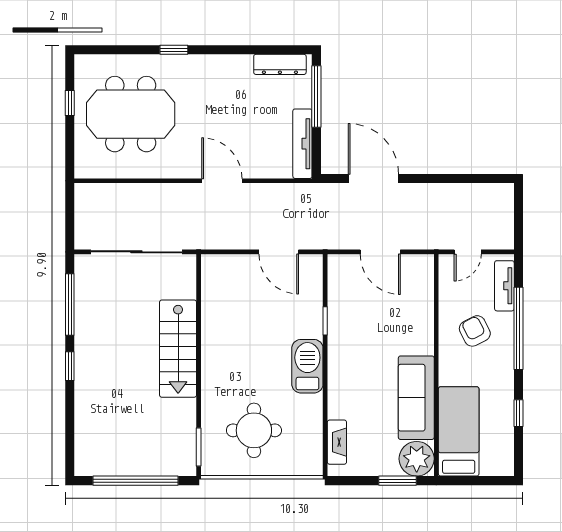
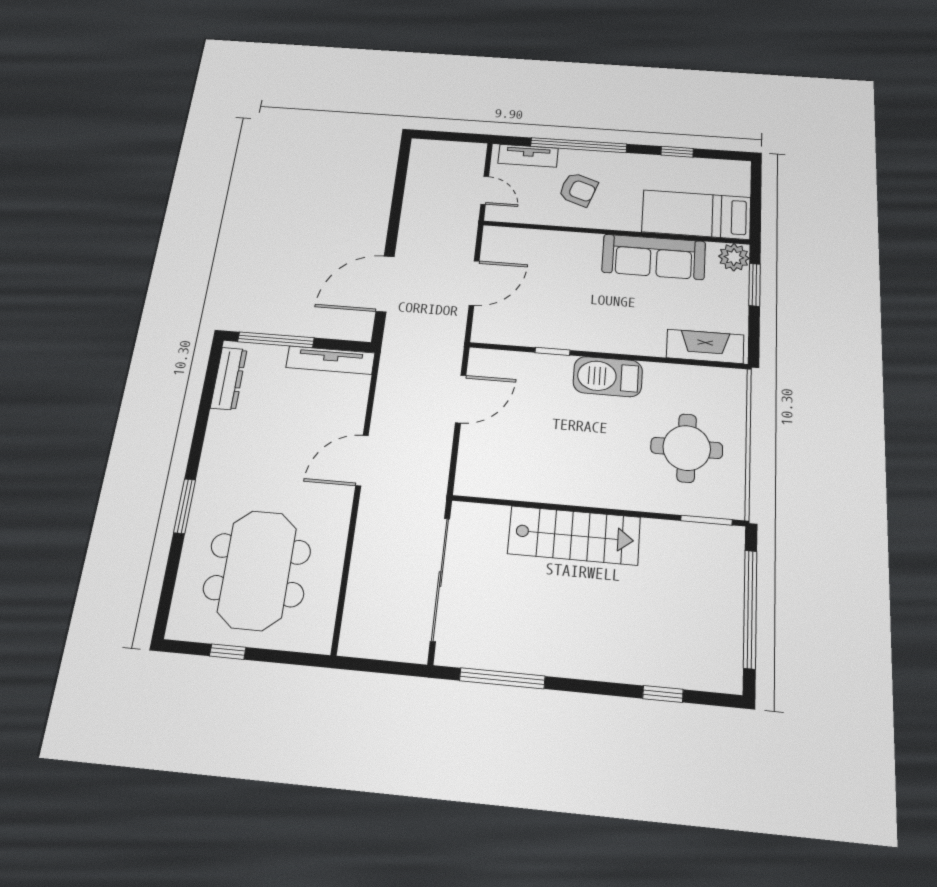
window: (174, 50) -> (185, 506), width x1.50
armchair: (475, 331) -> (578, 189), turned -134
window: (70, 366) -> (663, 694), moved
fireplace: (337, 442) -> (705, 346), width x1.37, depth x1.32
plant: (417, 459) -> (734, 257), width x0.73, depth x0.73

